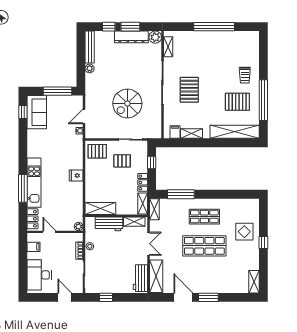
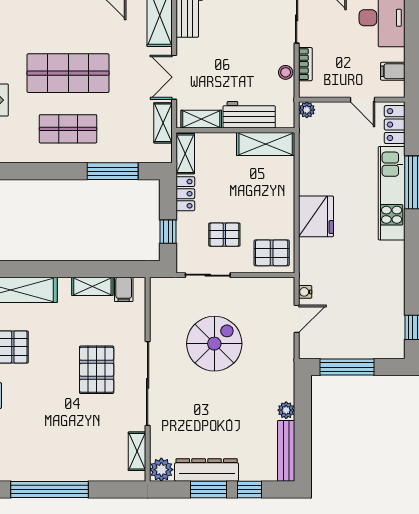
sofa: (37, 112) -> (386, 327), removed
fridge: (76, 176) -> (316, 216), width x1.88, depth x1.34
shelving: (154, 209) -> (163, 123), moved

